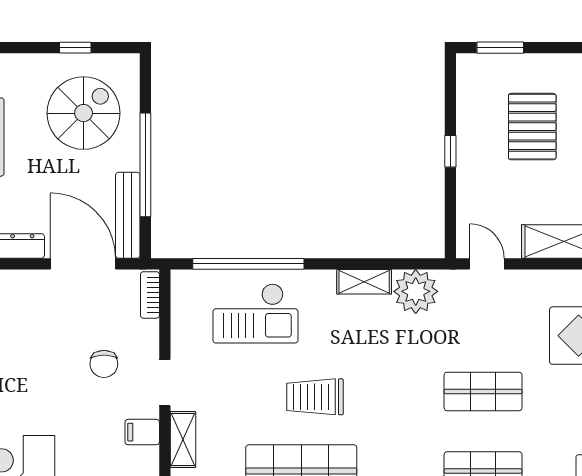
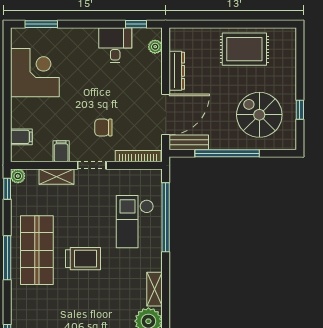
spiral stairs: (84, 113) -> (259, 115), turned 180
bench: (128, 215) -> (189, 142), width x0.73
bookcase: (150, 295) -> (138, 156), width x1.56
trolley: (315, 397) -> (83, 259), turned 90

